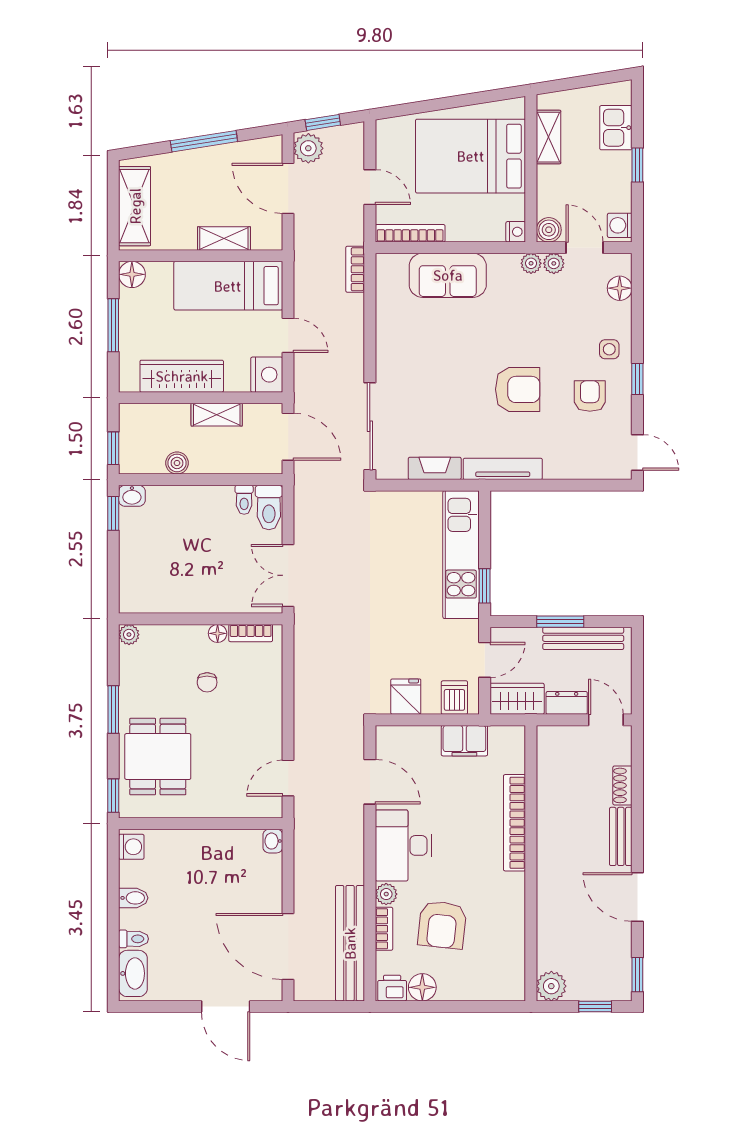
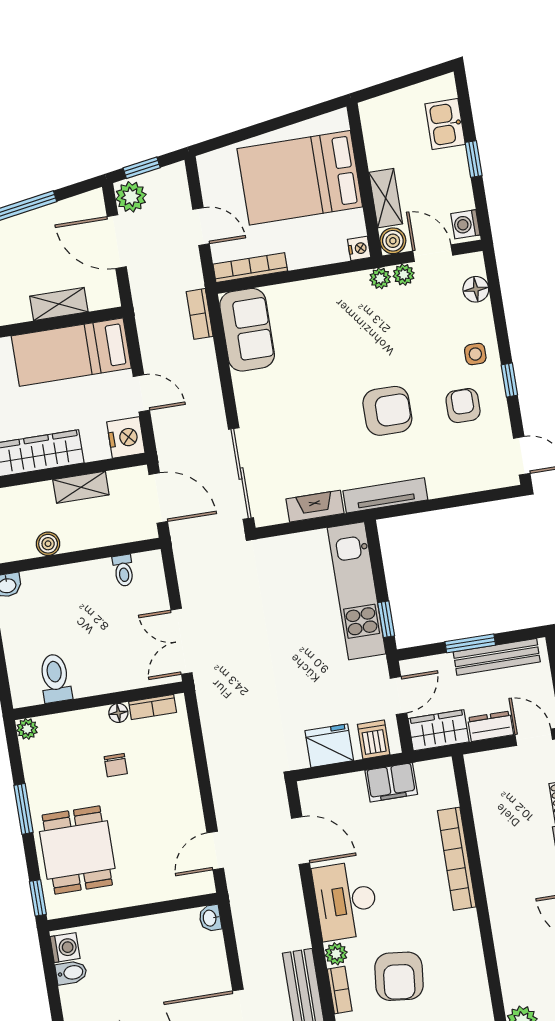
shelving: (549, 137) -> (386, 198), moved
sofa: (448, 275) -> (247, 330), moved, turned -90
toilet: (269, 508) -> (55, 678), moved, turned 180
fridge: (406, 697) -> (329, 746), width x1.38
bidet: (133, 898) -> (71, 973), moved

